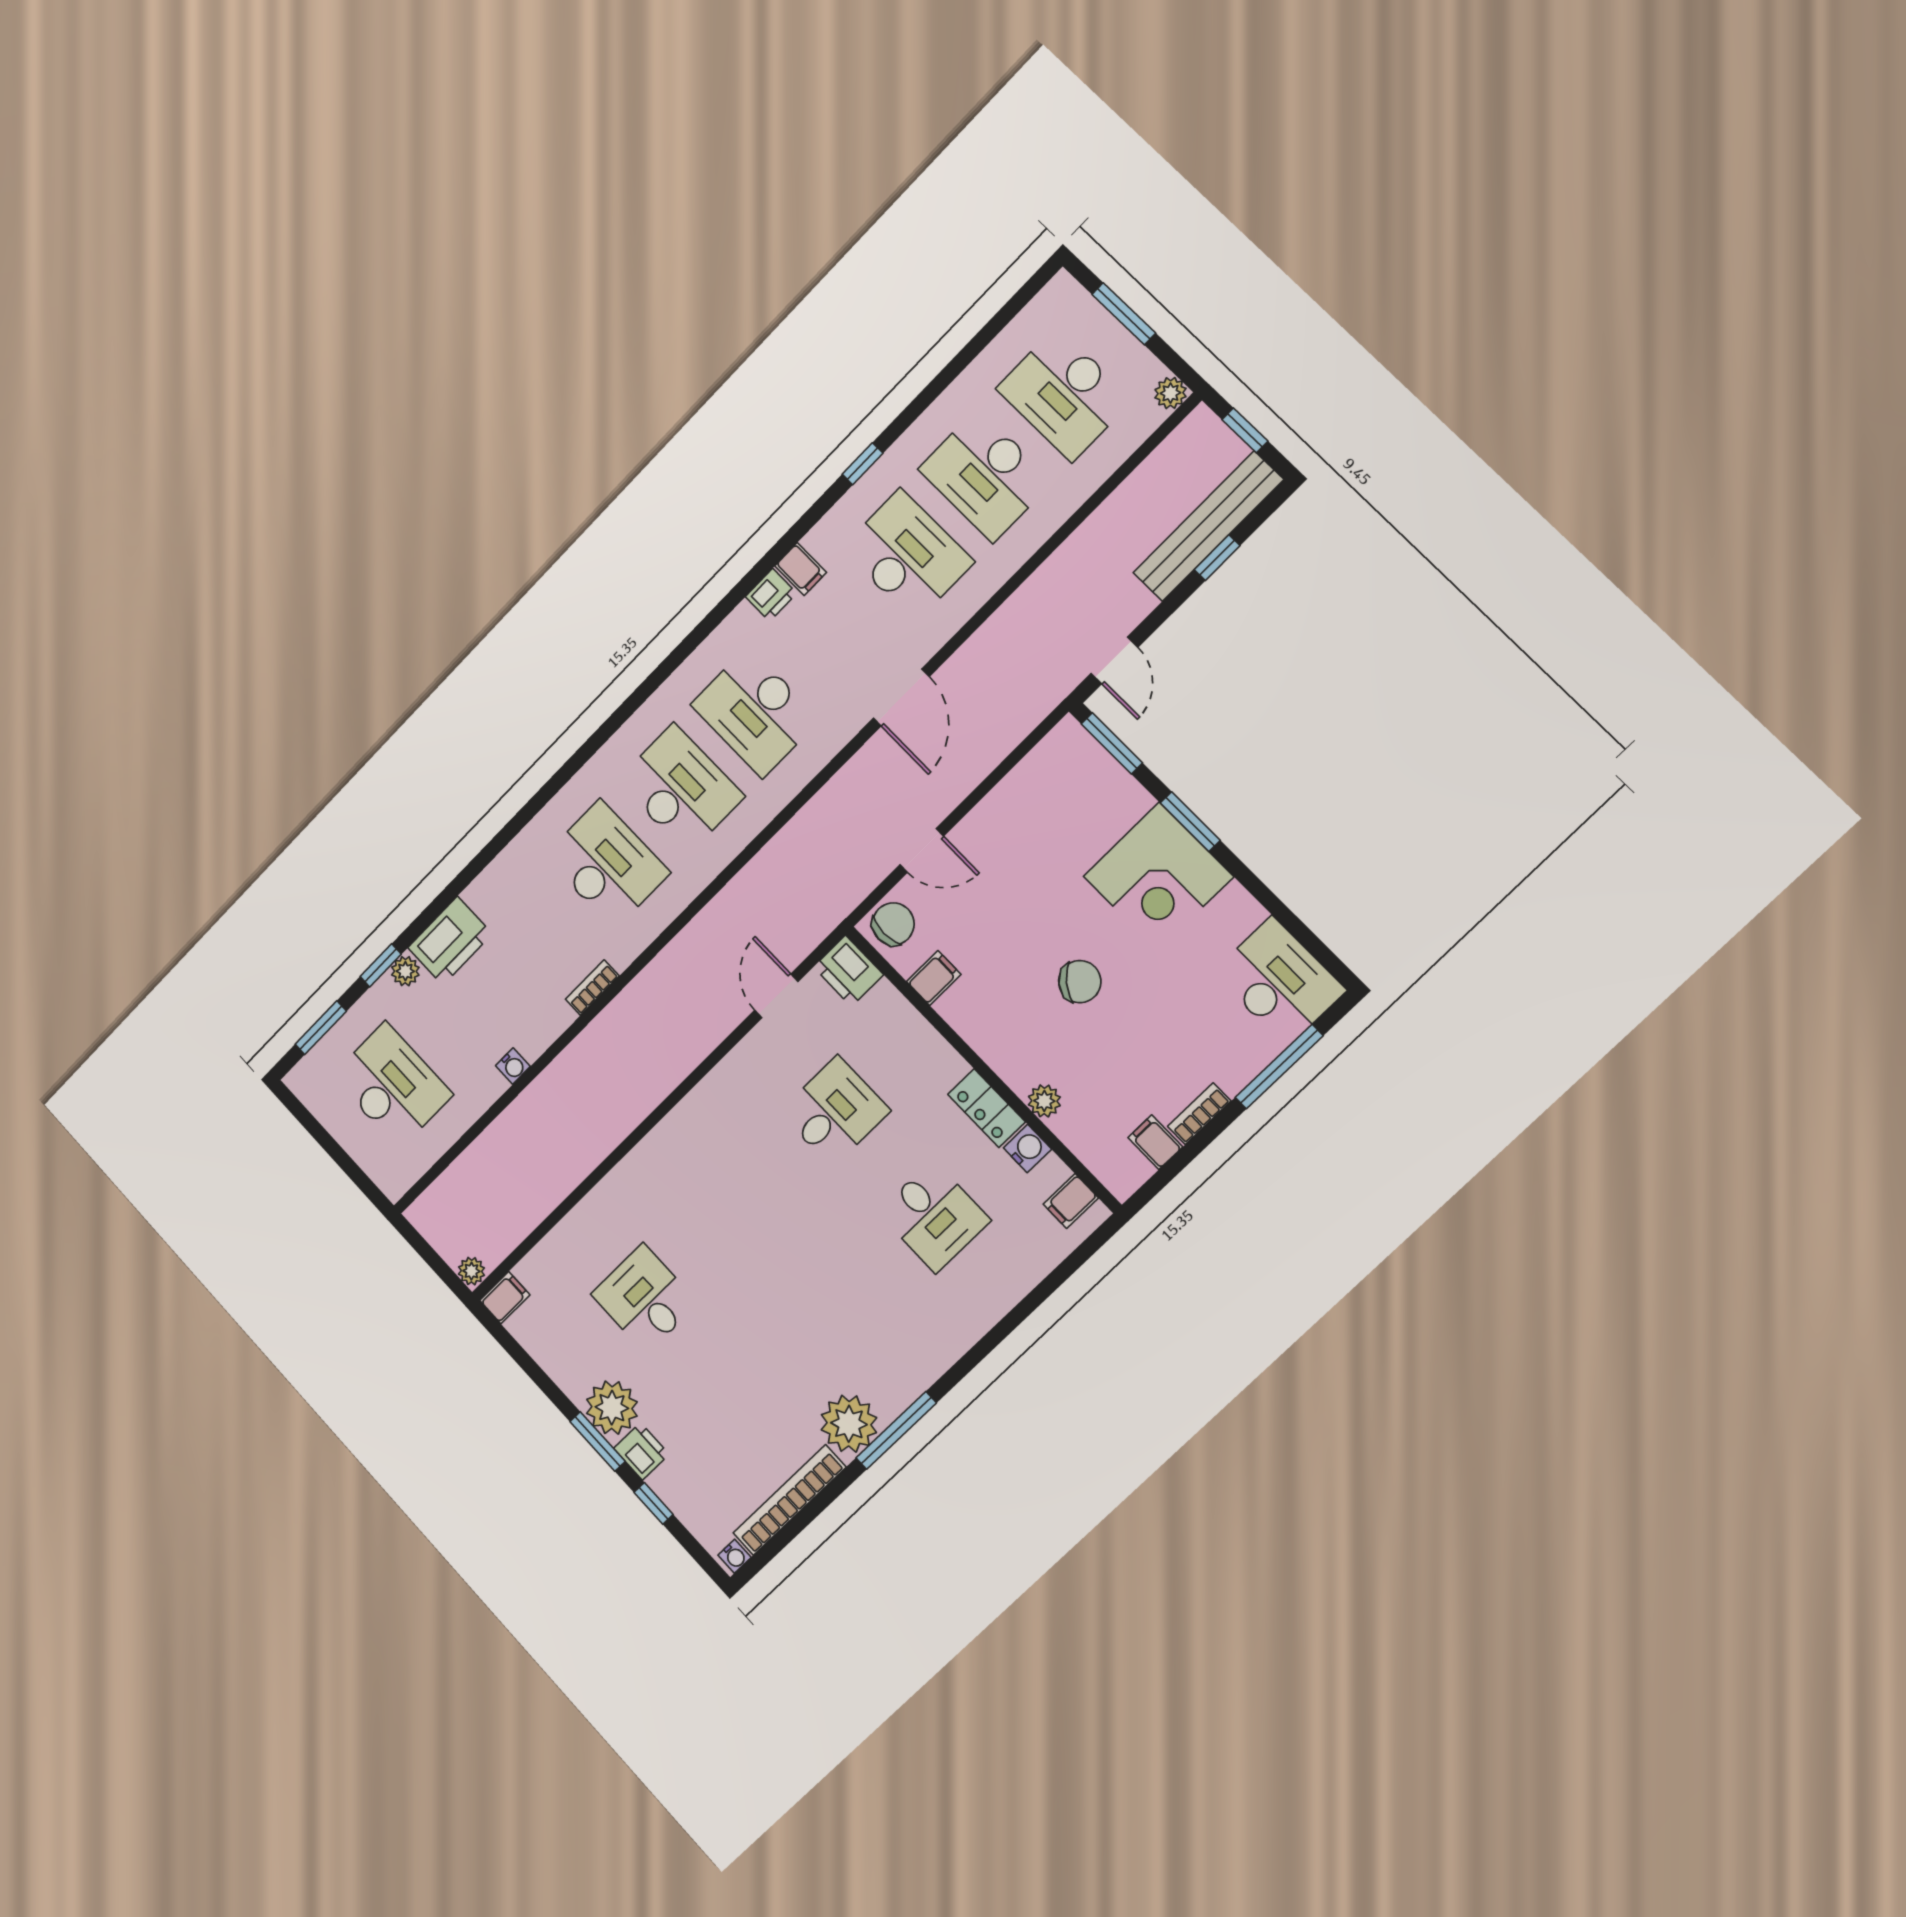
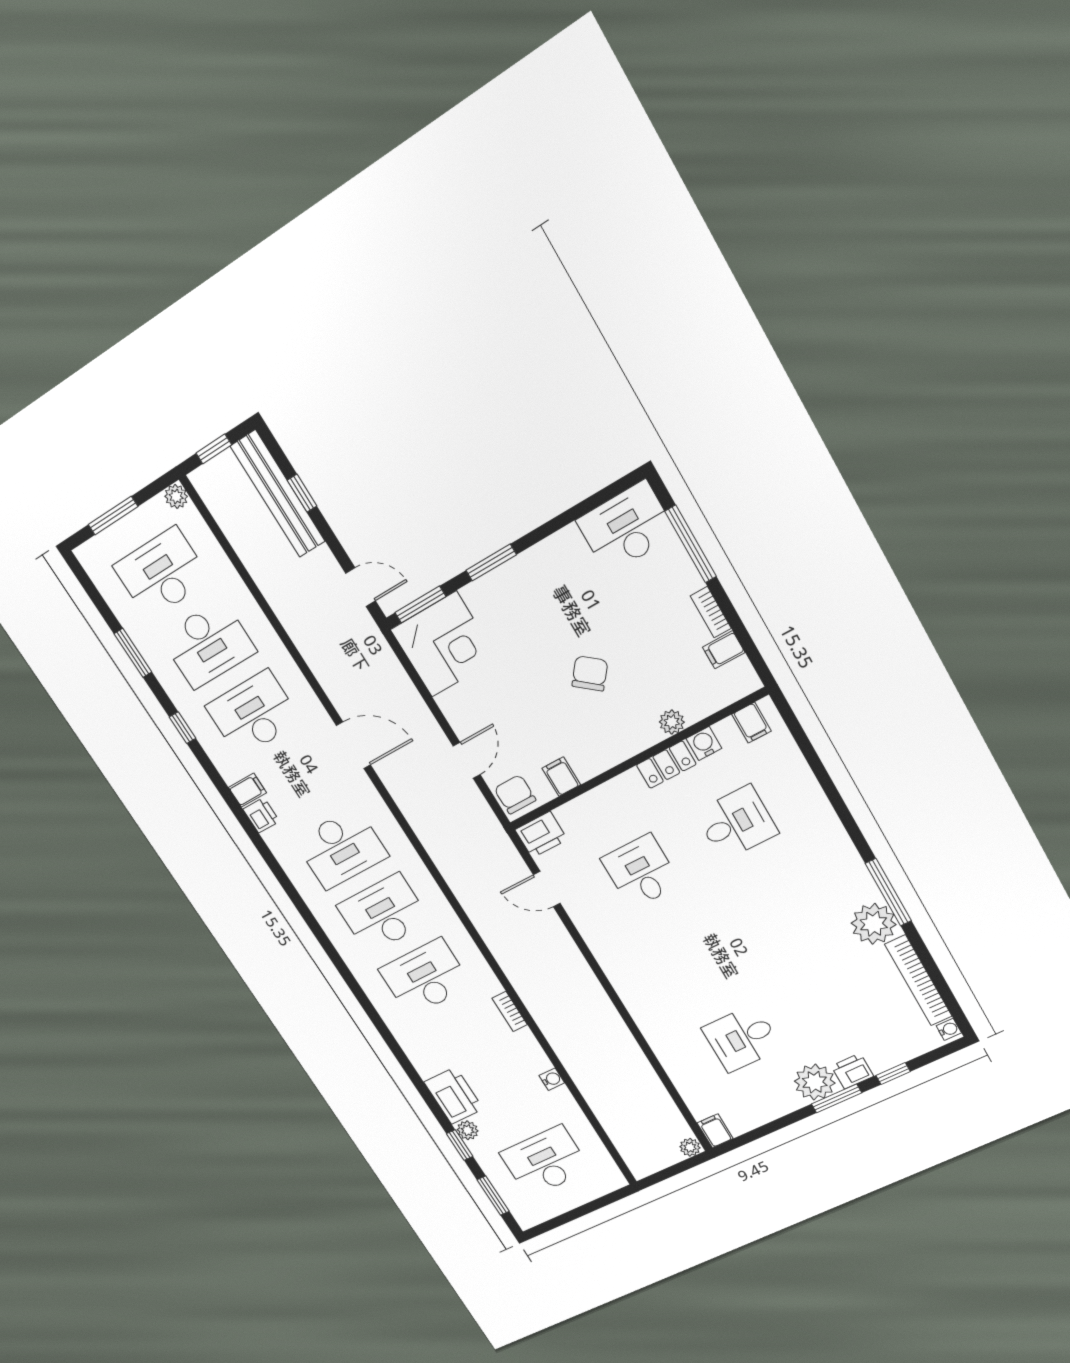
window: (946, 376) -> (133, 653), added
desk: (1064, 394) -> (162, 573), turned 180
corner desk: (1158, 877) -> (444, 644), moved

